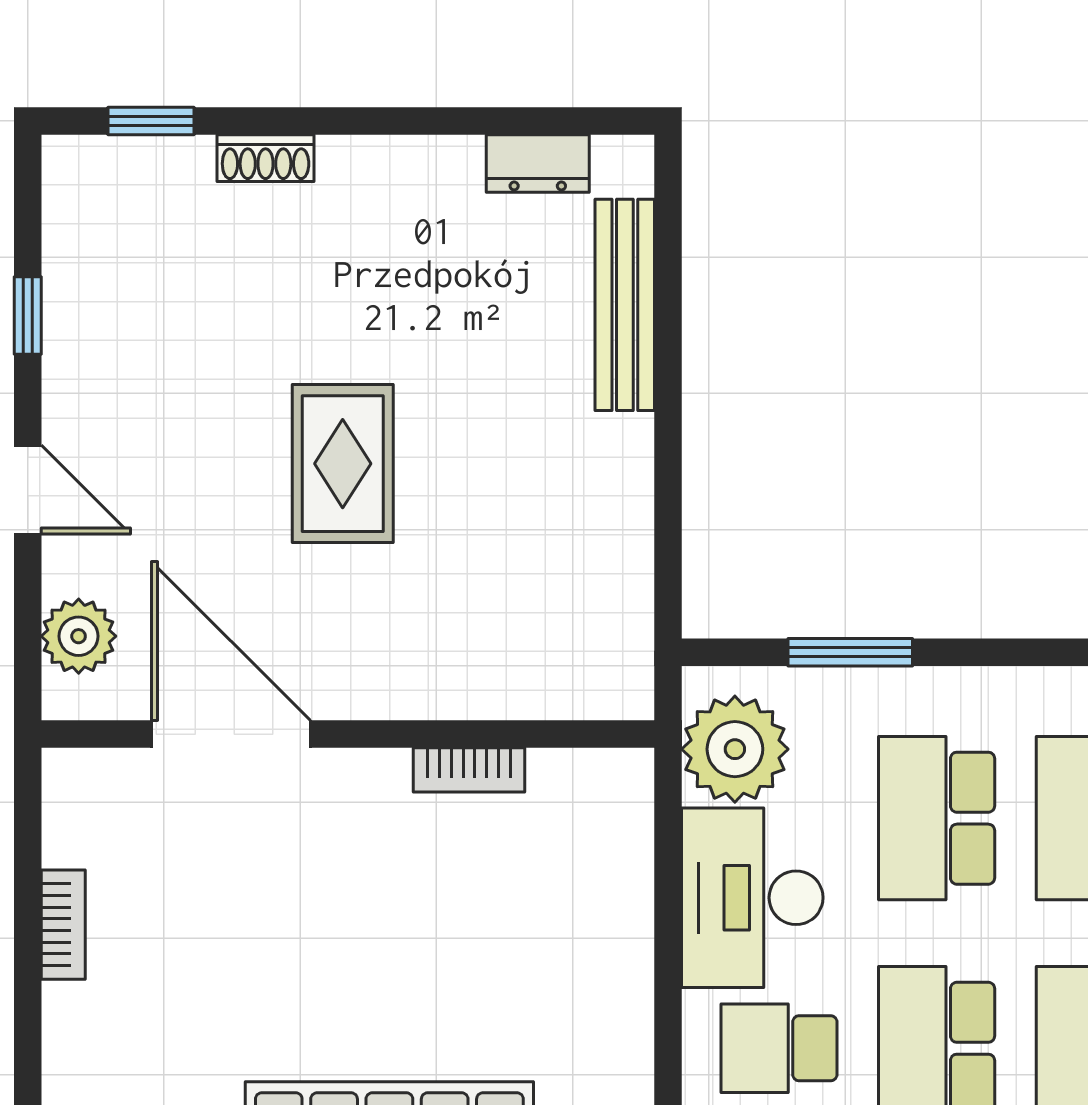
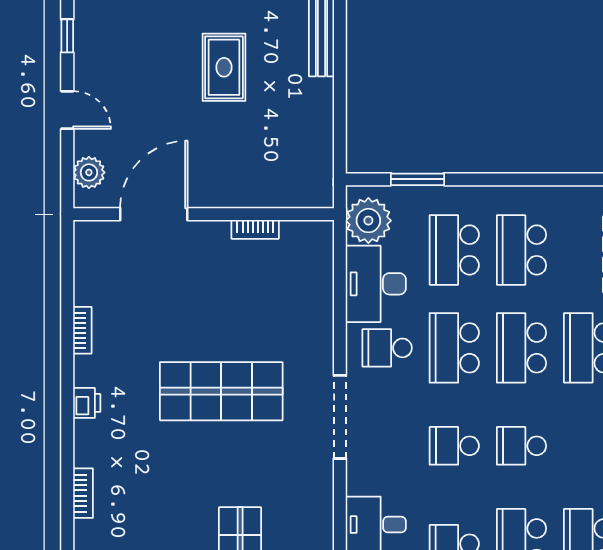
rug: (343, 464) -> (224, 67), moved
door: (231, 734) -> (154, 214), hinge flipped
bookcase: (63, 925) -> (82, 330), moved

